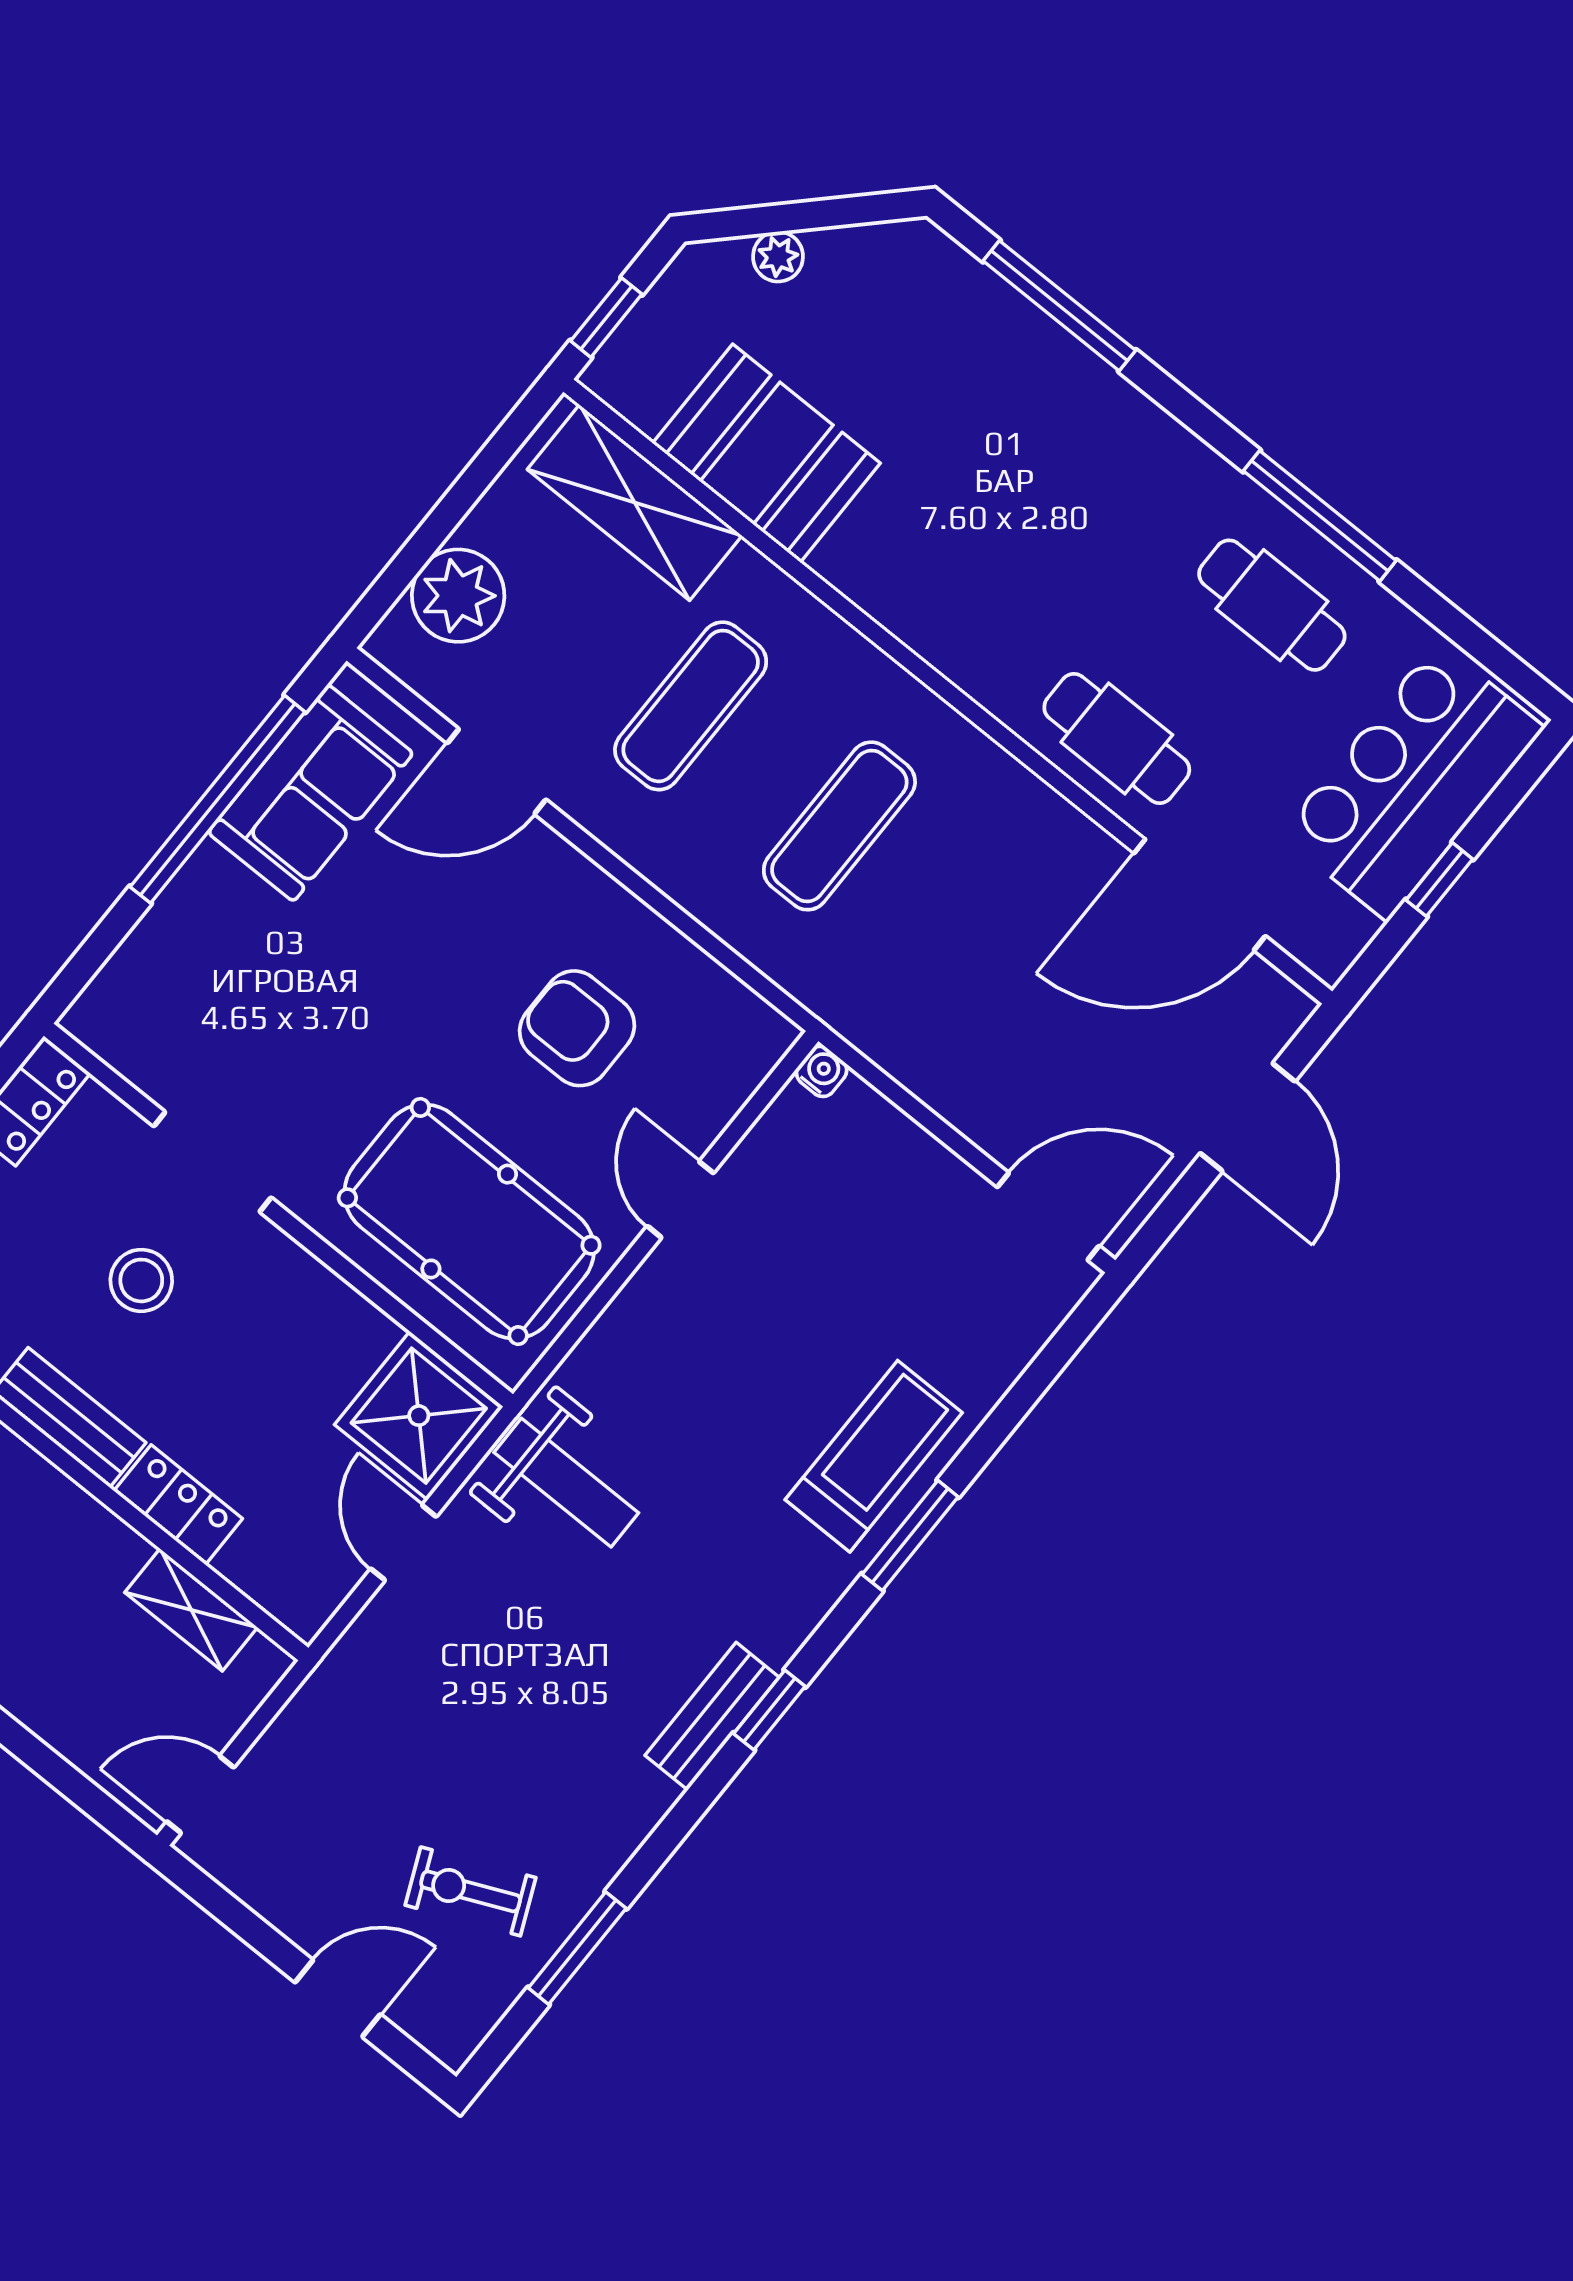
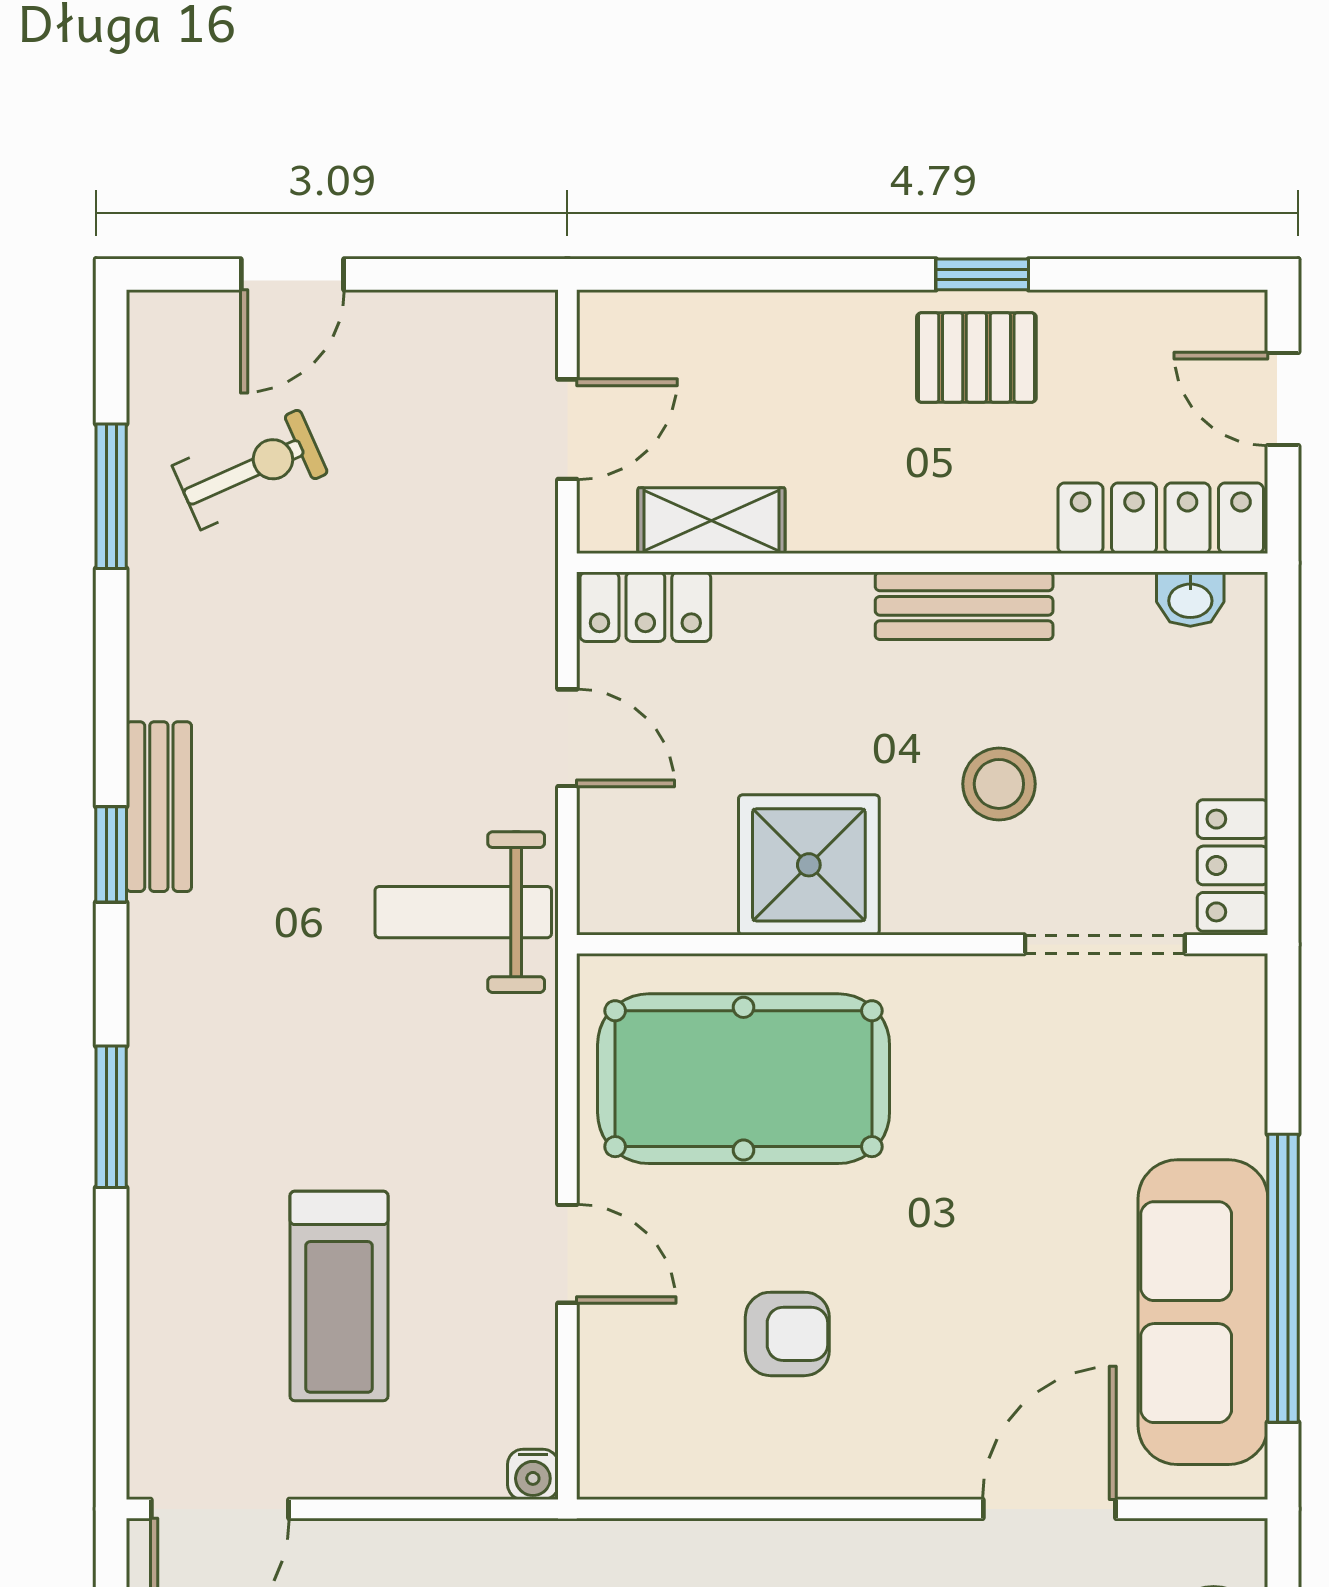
sofa: (311, 793) -> (1203, 1312), width x1.36
armchair: (577, 1028) -> (787, 1334), width x0.72, depth x0.72
doorway: (212, 1162) -> (1105, 944), moved
shower: (419, 1416) -> (809, 865), moved
treadmill: (874, 1456) -> (339, 1296), moved
locker: (178, 1505) -> (645, 607), moved
door: (200, 1794) -> (567, 429), moved

